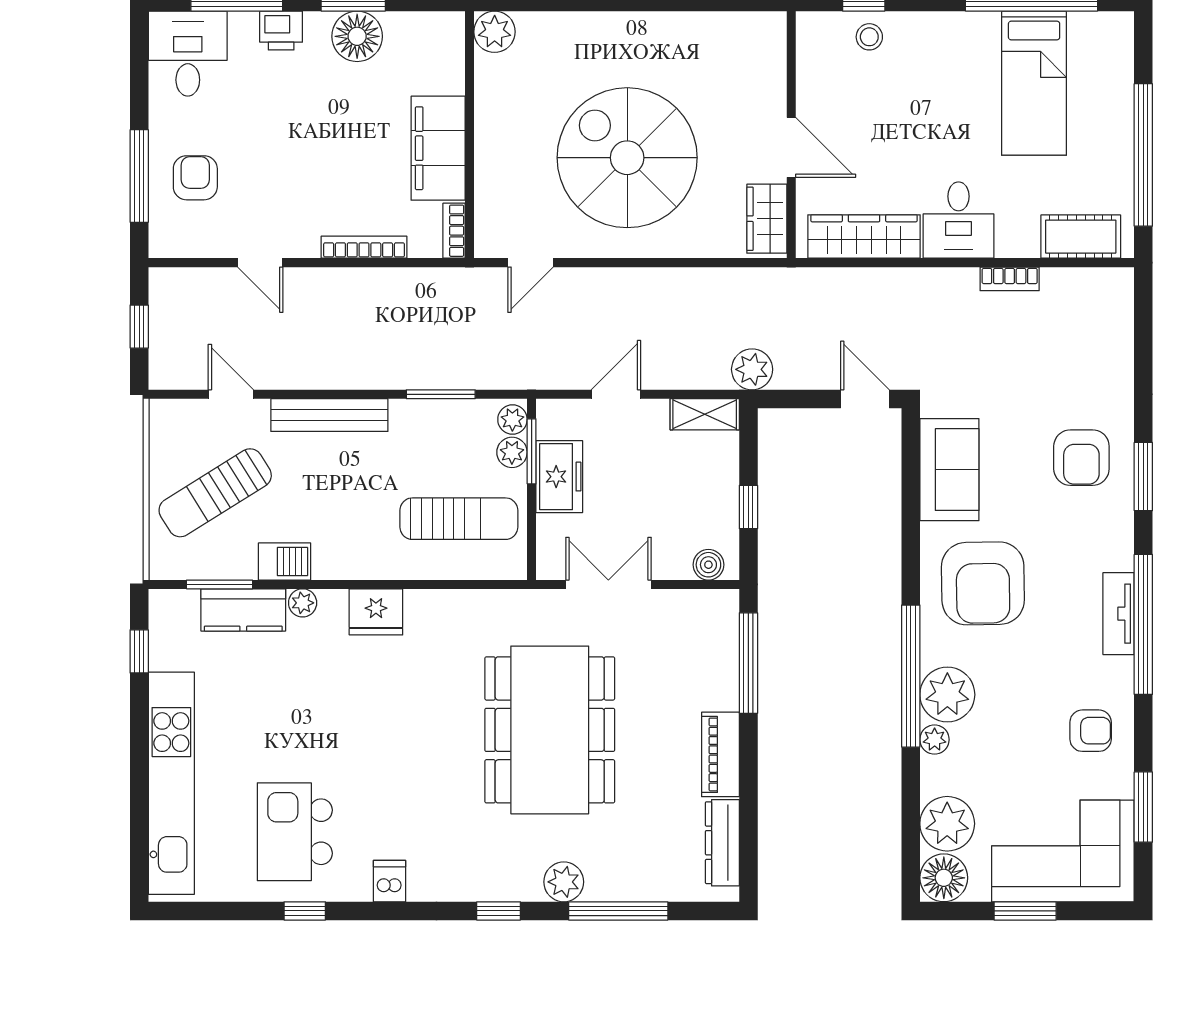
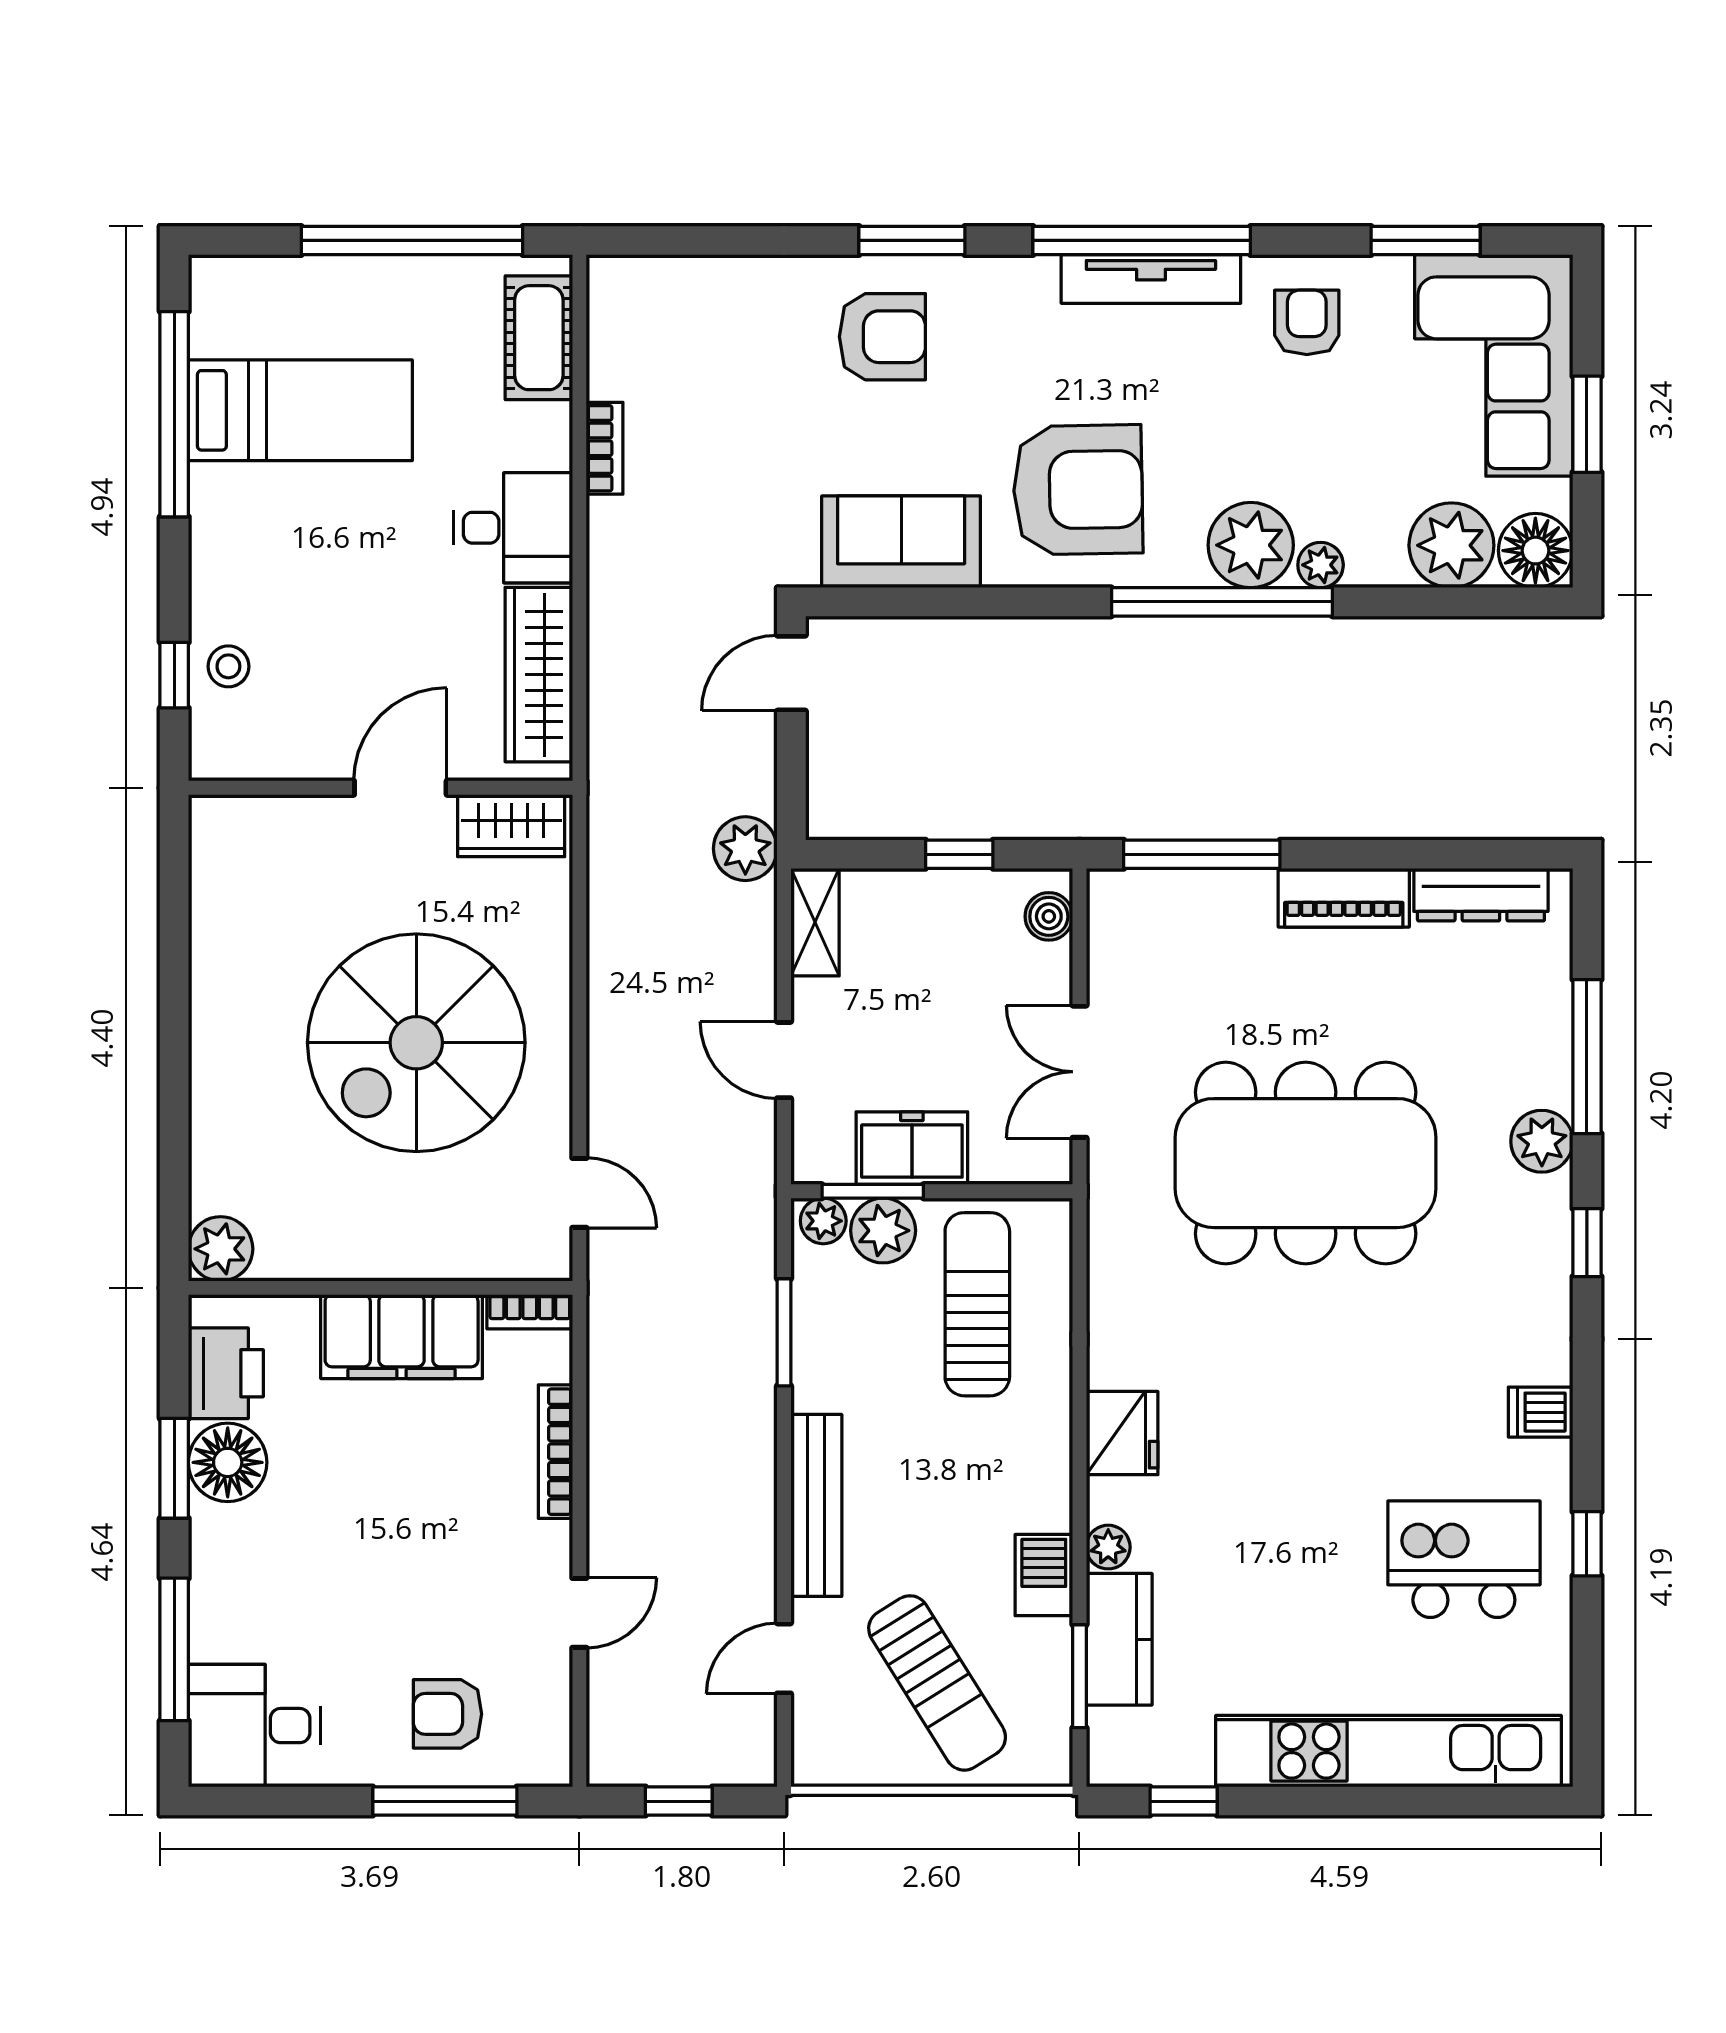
printer: (281, 30) -> (226, 1373), moved, width x1.36, depth x1.24
plant: (512, 452) -> (883, 1231), width x1.38, depth x1.38
tv unit: (1119, 614) -> (1151, 279), width x1.41
kitchen island: (295, 832) -> (1464, 1559), turned 180

